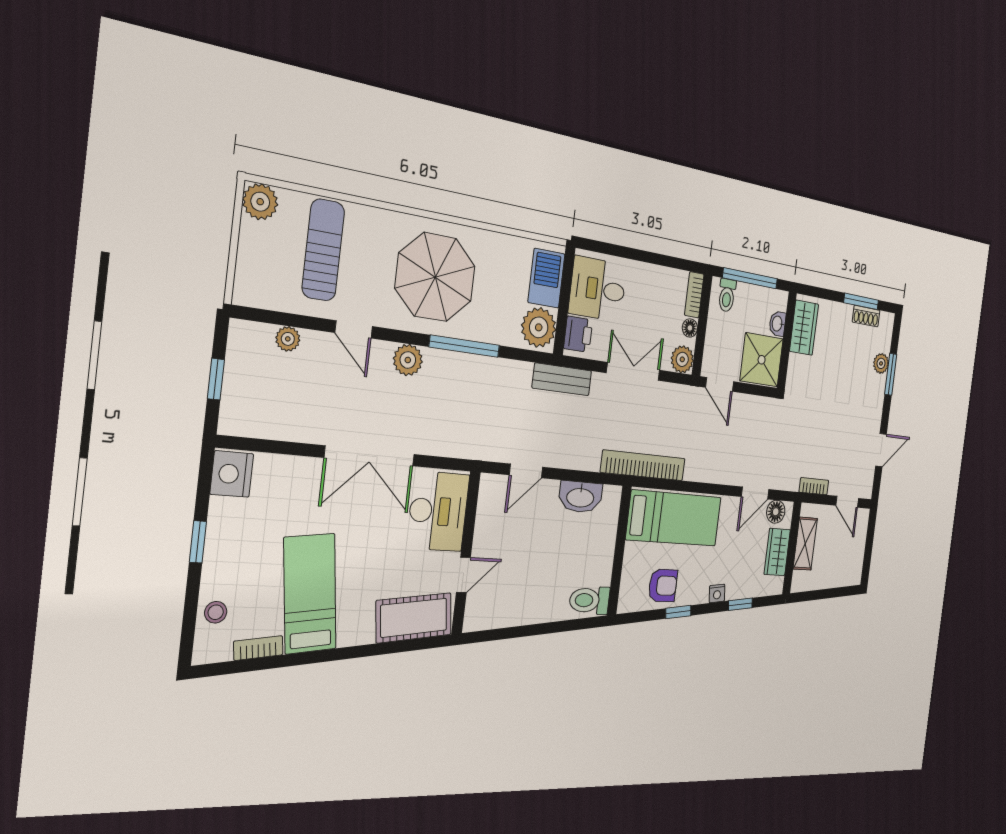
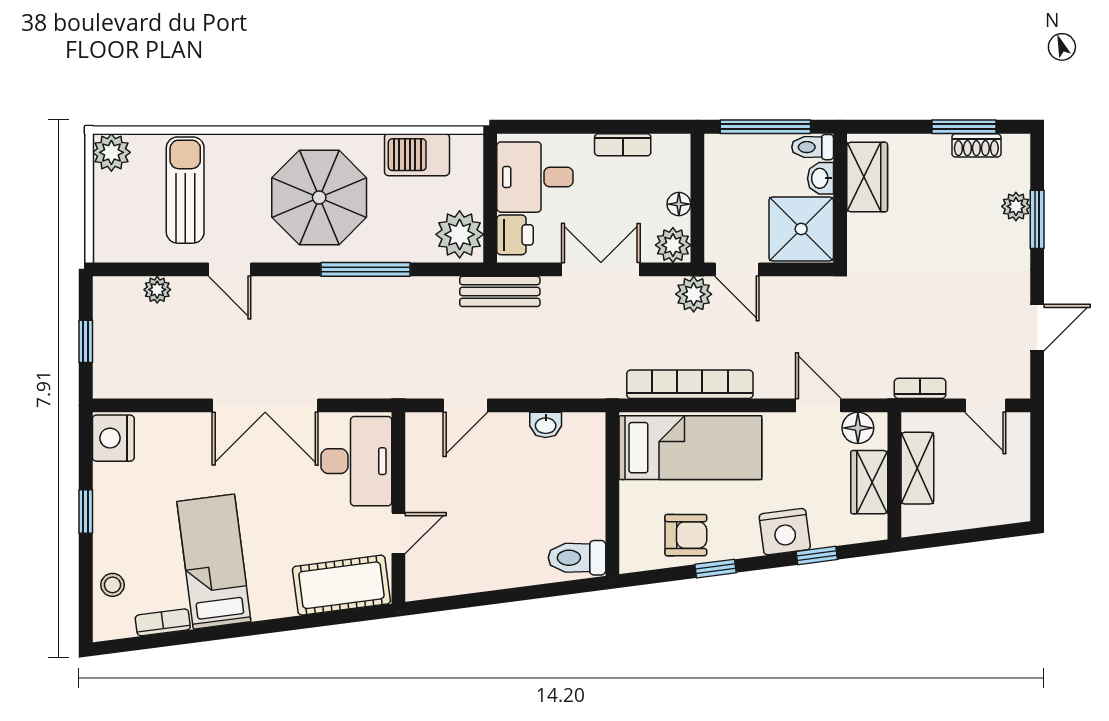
barbecue: (546, 278) -> (417, 155), moved, turned -90
bookcase: (694, 295) -> (623, 145), moved, turned -90
toilet: (727, 295) -> (813, 147), moved, turned 90
plant: (408, 360) -> (694, 294), moved
bookcase: (643, 465) -> (690, 384), moved
door: (755, 493) -> (818, 405), swing flipped
washbasin: (580, 497) -> (546, 425), width x0.52, depth x0.69
nightstand: (717, 593) -> (785, 532), width x1.89, depth x1.79

